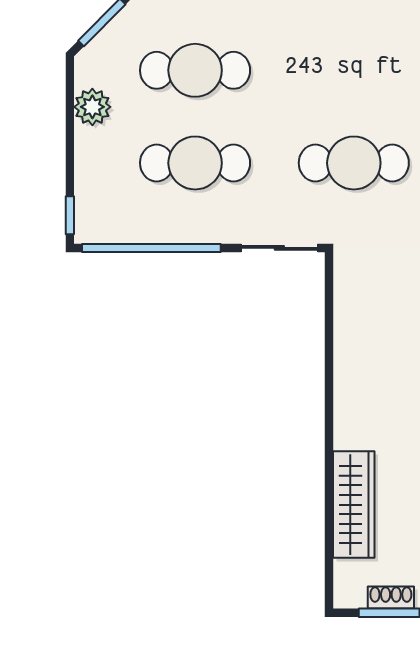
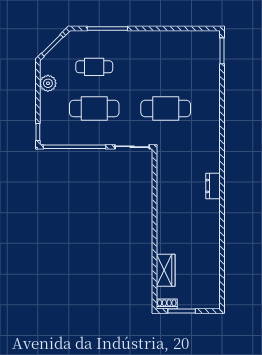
cafe table: (195, 70) -> (94, 67), width x0.73, depth x0.74
wardrobe: (354, 505) -> (166, 270), width x0.67
shoe rack: (391, 597) -> (167, 304), moved

